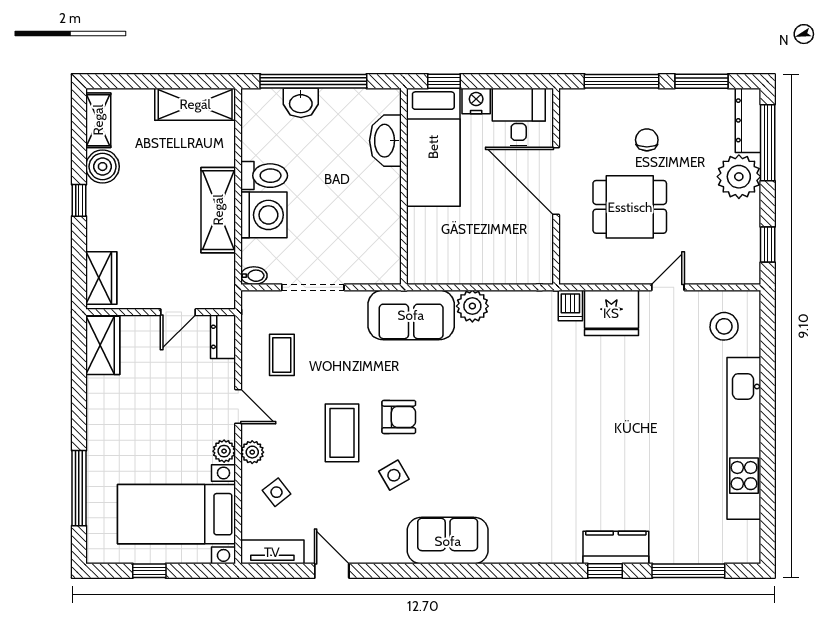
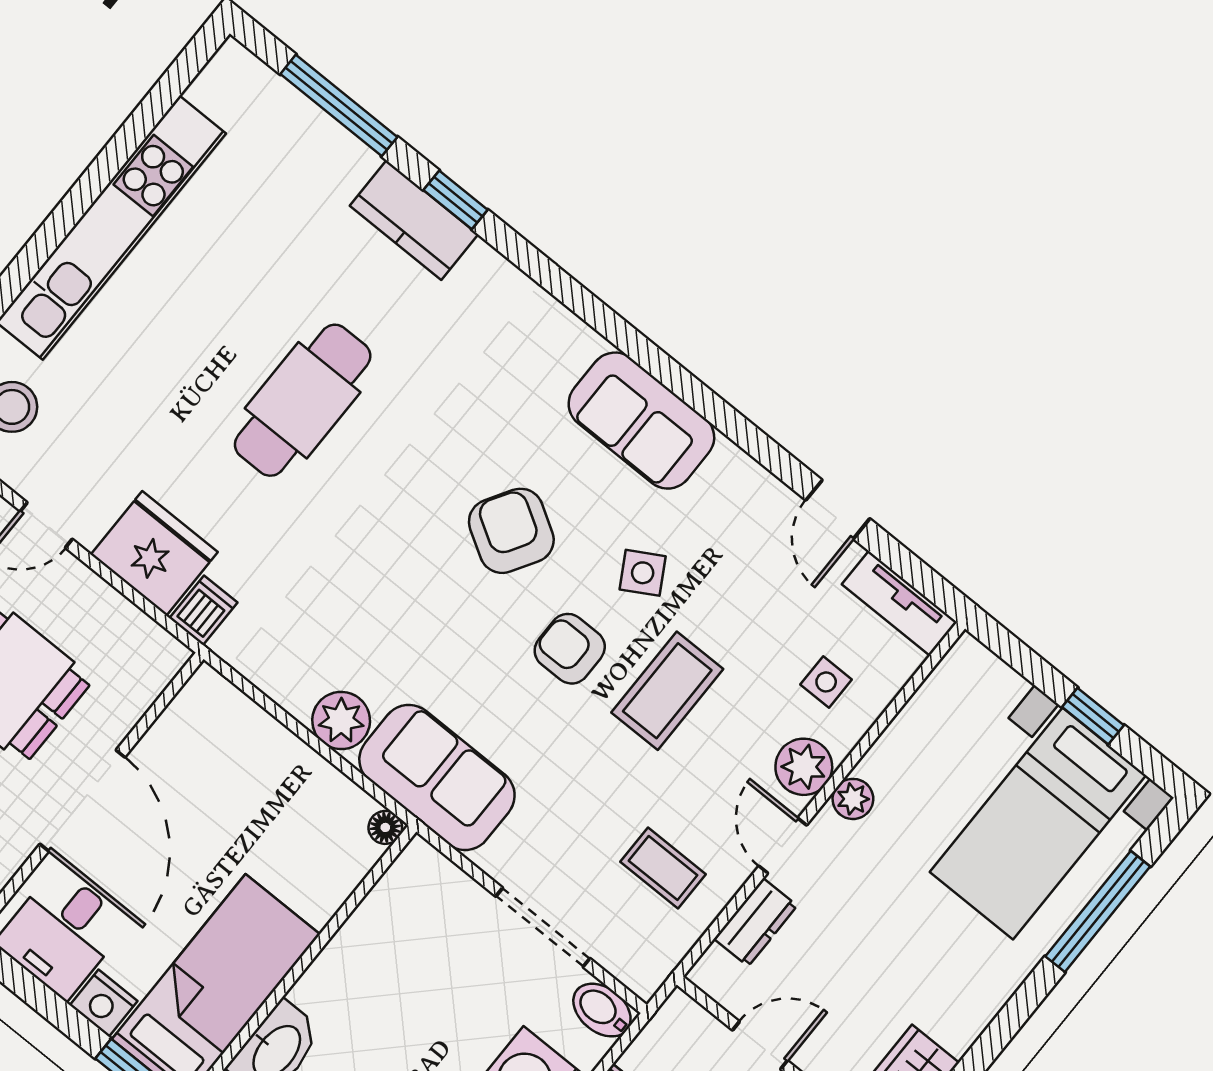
floor lamp: (416, 275) -> (385, 827), added
bidet: (254, 276) -> (602, 1010), width x1.38, depth x1.36
dresser: (223, 337) -> (756, 922), moved
coffee table: (282, 355) -> (663, 868), turned 90
cafe table: (601, 431) -> (303, 400), added
armchair: (465, 447) -> (511, 531), added
plant: (252, 452) -> (804, 767), width x1.38, depth x1.38
side table: (277, 492) -> (826, 682), turned 38
bed with nightstands: (176, 514) -> (1038, 824), moved, turned 90

